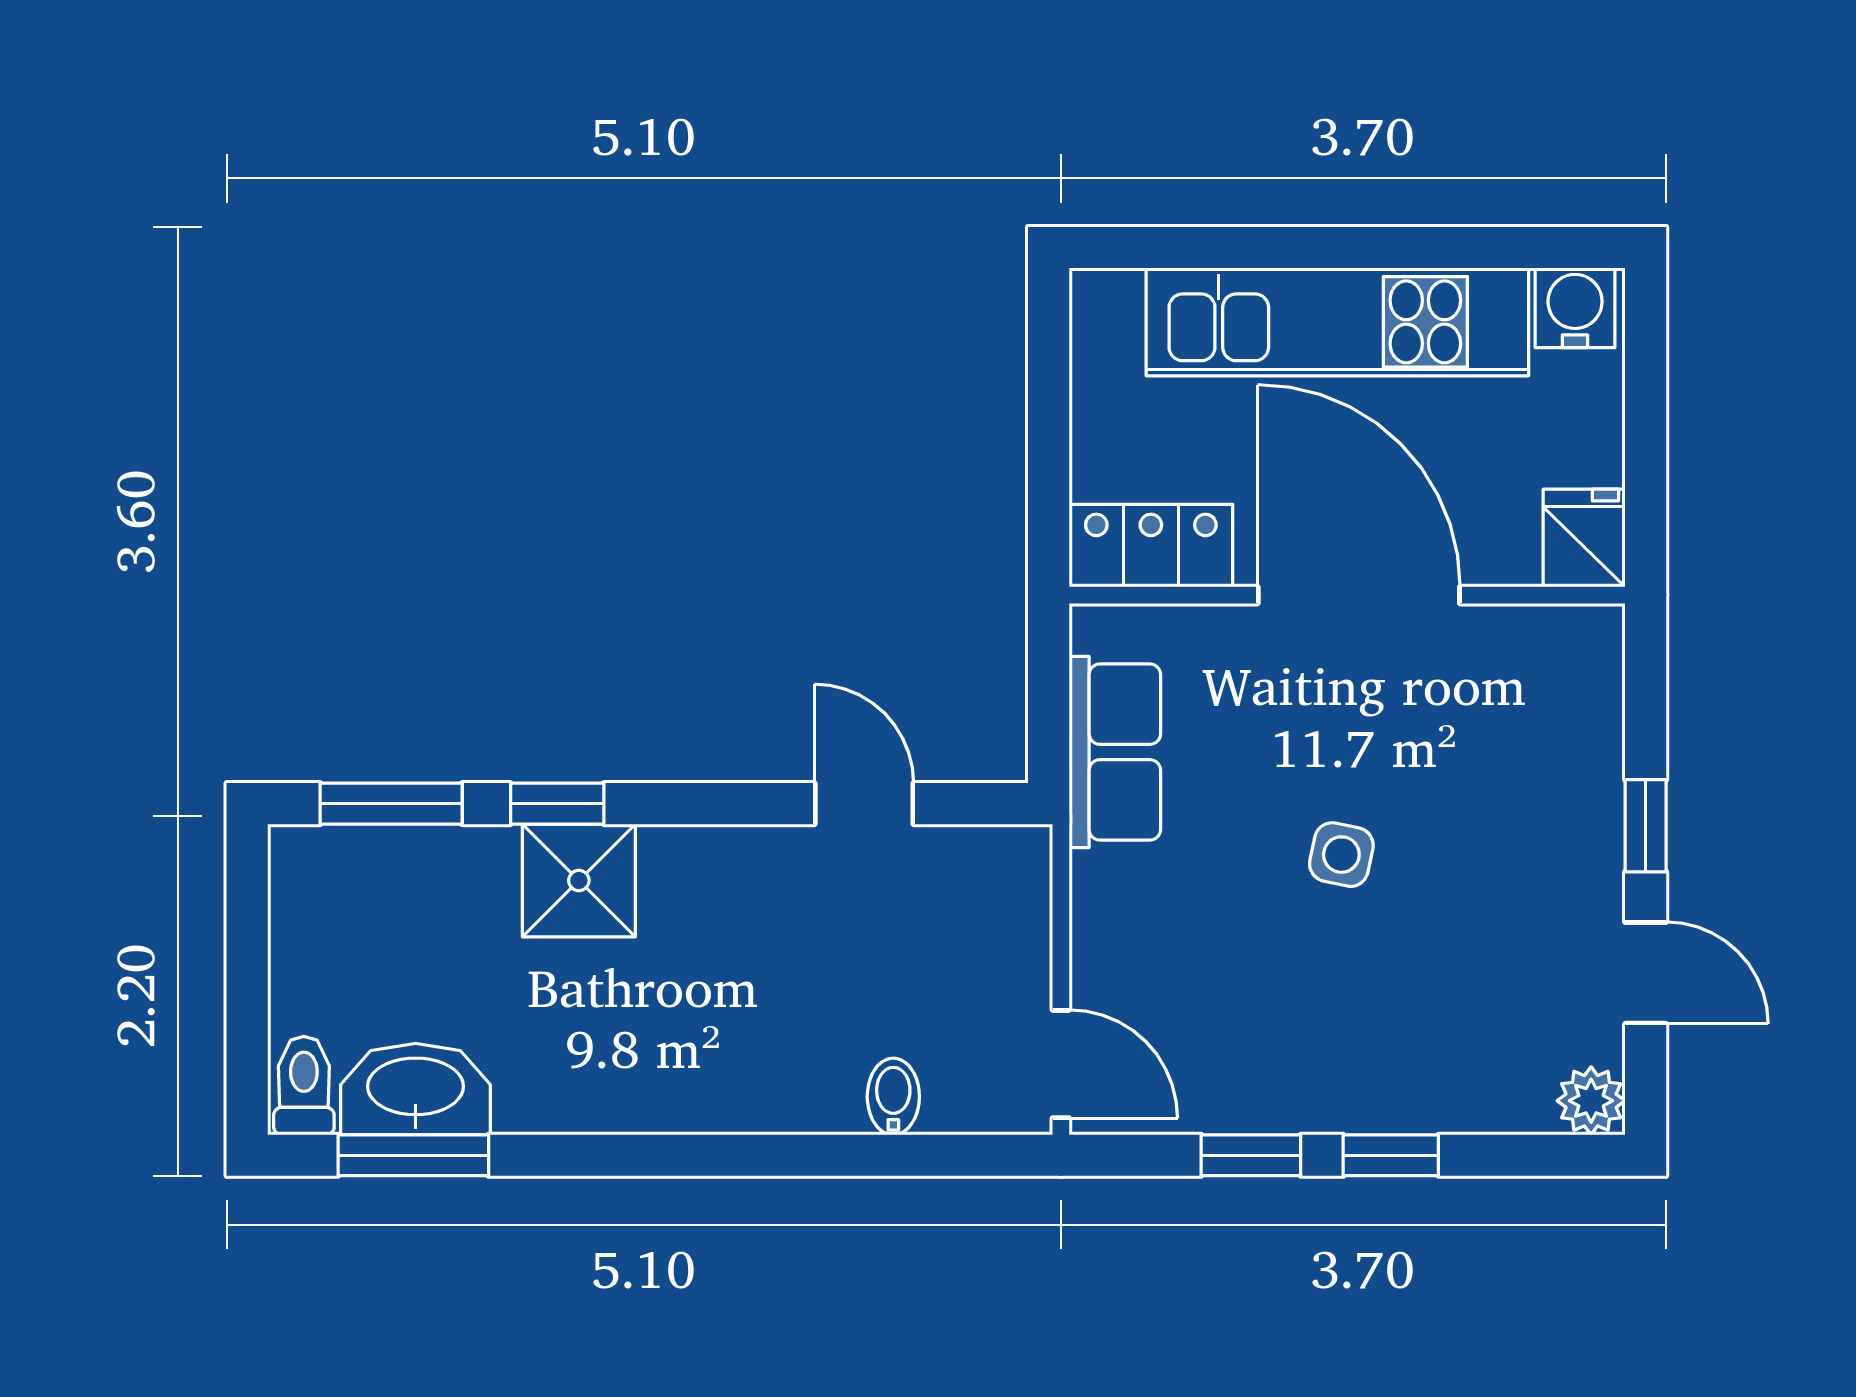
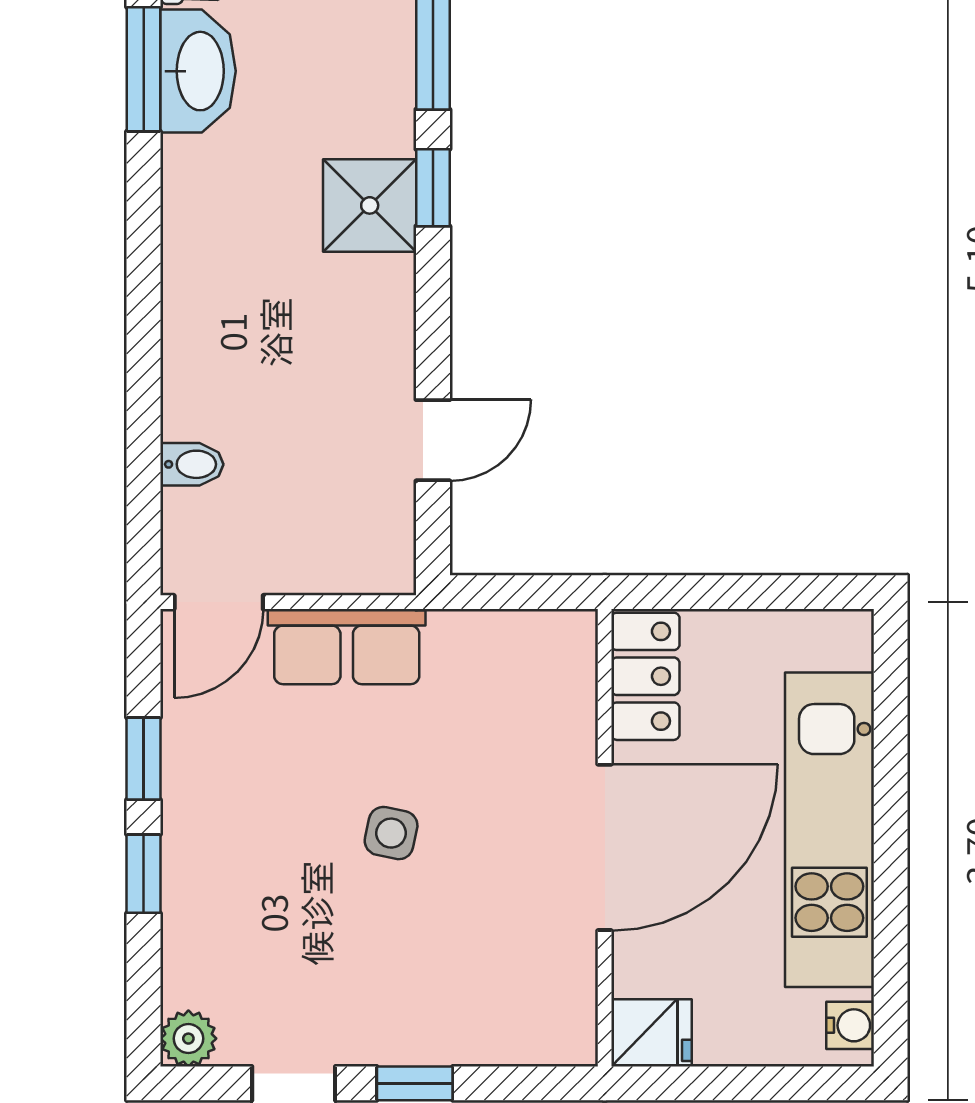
water cooler: (1575, 308) -> (850, 1025), width x0.72, depth x0.72
row of seats: (1115, 752) -> (347, 647), moved

